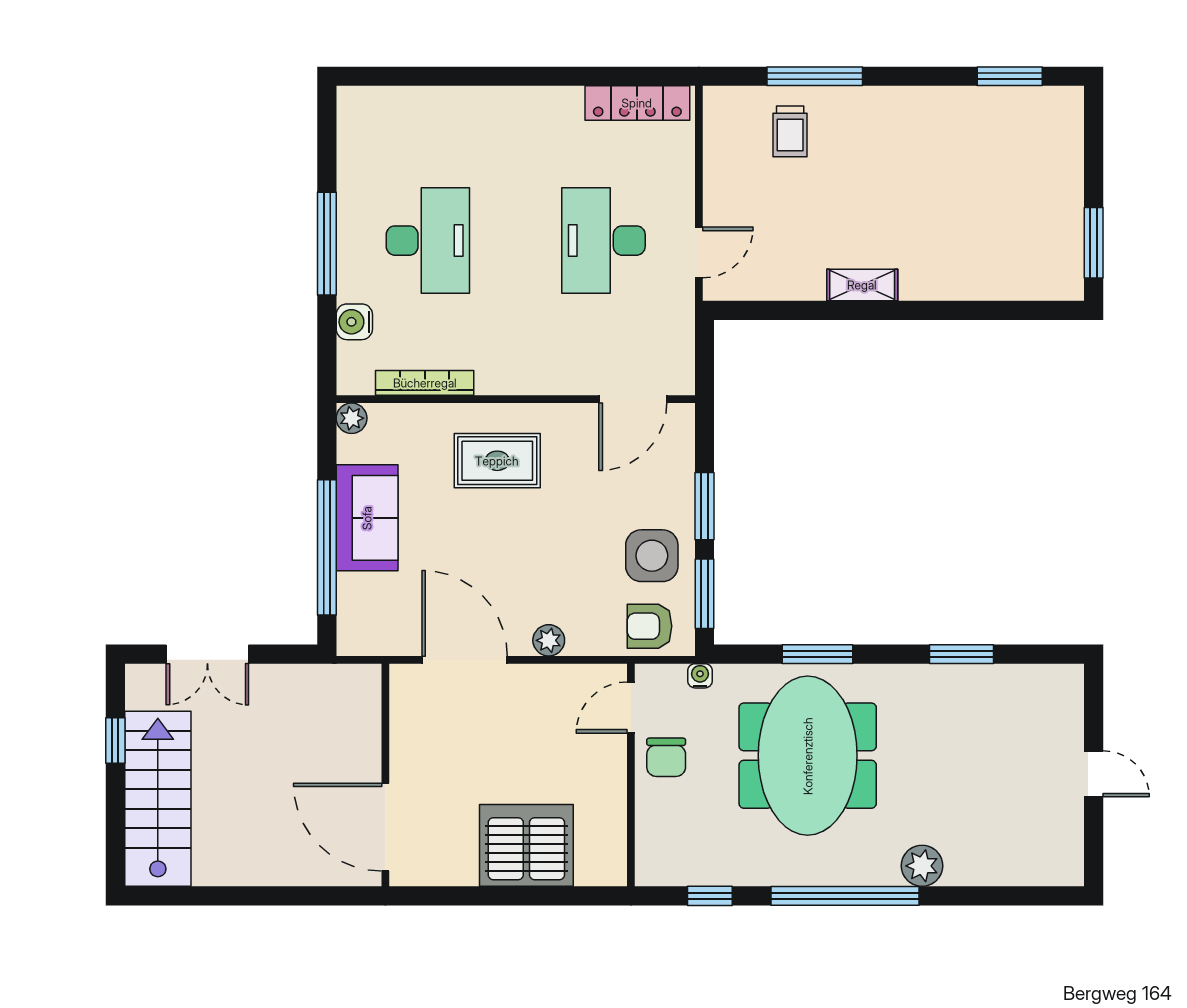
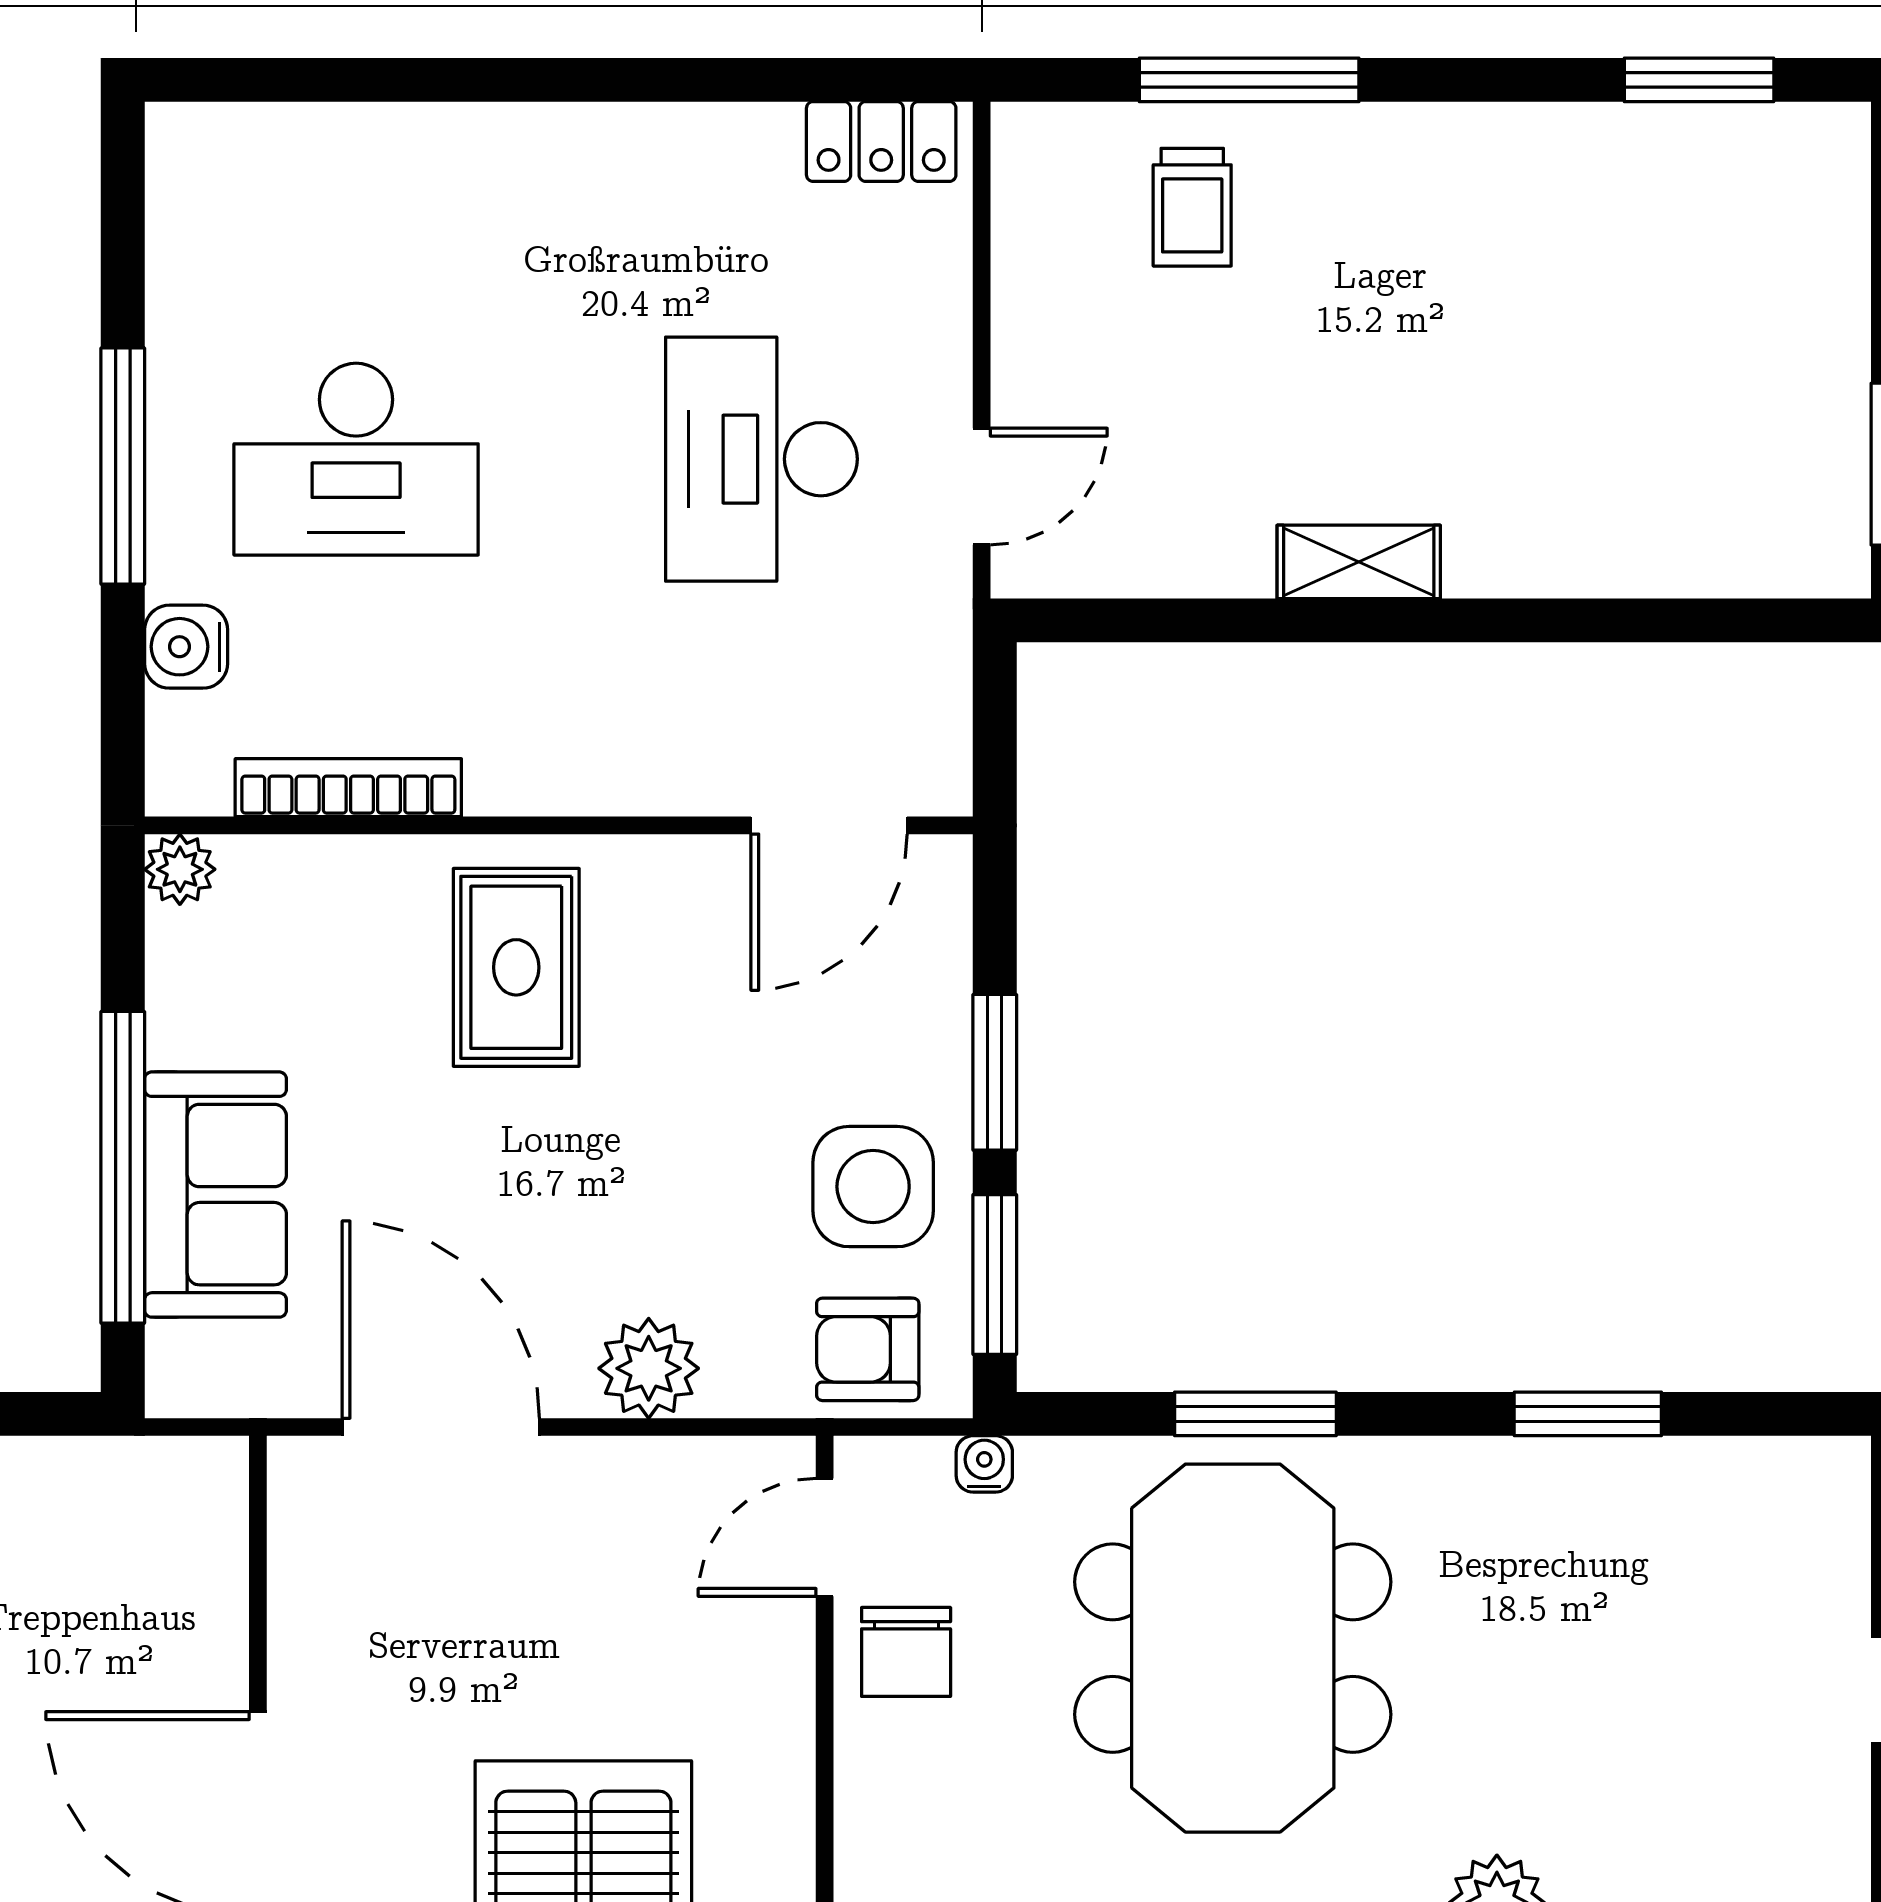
locker: (637, 103) -> (881, 142), width x0.66
desk: (428, 241) -> (356, 459), turned 90
rug: (497, 461) -> (516, 967), turned 90
sofa: (367, 518) -> (216, 1195), moved
plant: (549, 640) -> (649, 1368), width x1.38, depth x1.38

